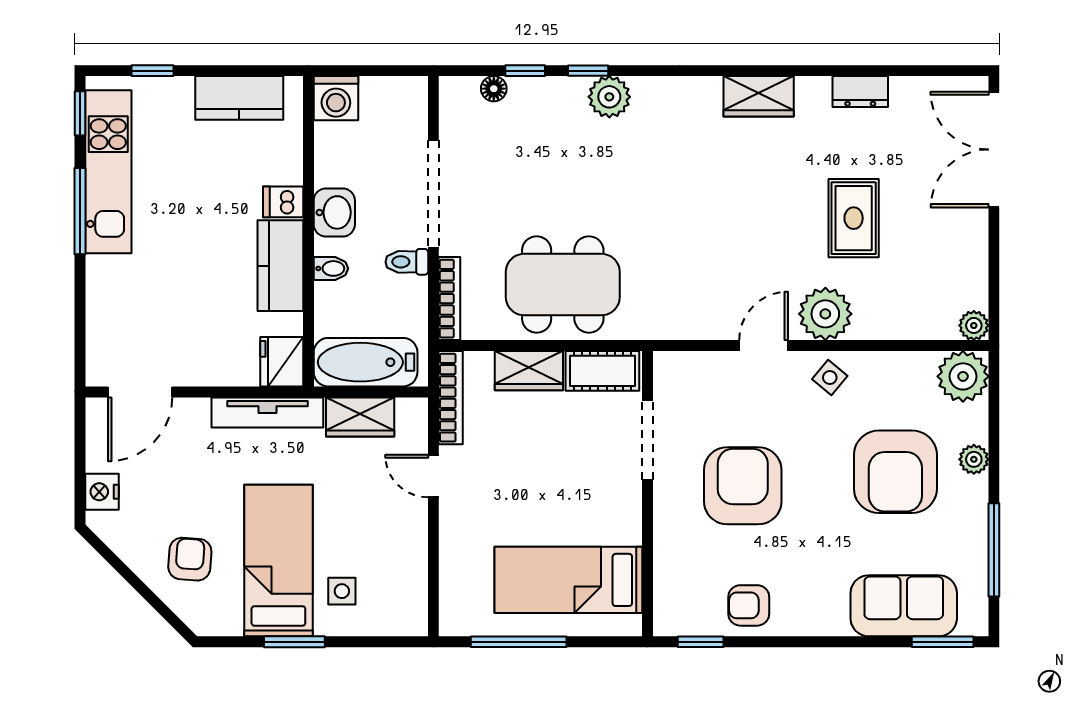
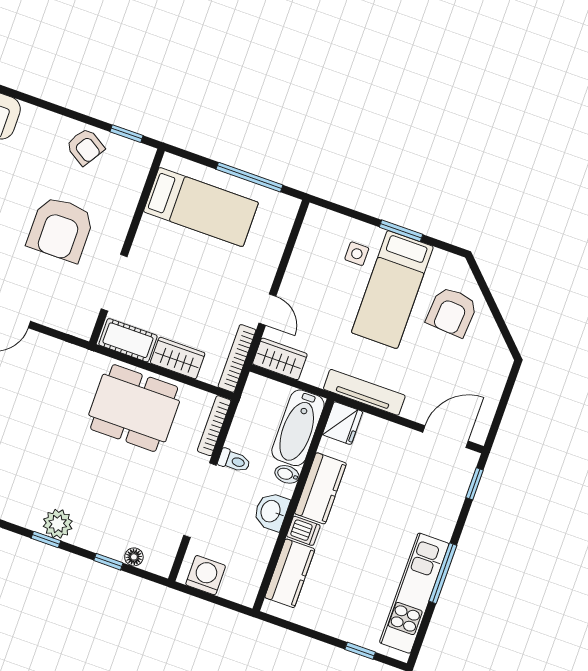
window: (588, 71) -> (46, 540), moved
kitchen counter: (239, 98) -> (290, 573), moved, turned 90
washing machine: (336, 98) -> (206, 575), moved
window: (80, 113) -> (475, 484), moved
bathtub: (366, 362) -> (298, 428), moved, turned 90
wardrobe: (360, 417) -> (280, 359), moved
nightstand: (102, 492) -> (495, 378), removed
armchair: (190, 559) -> (452, 312), width x1.38, depth x1.38
armchair: (749, 605) -> (85, 147), turned 32

